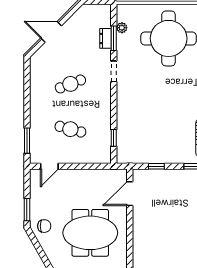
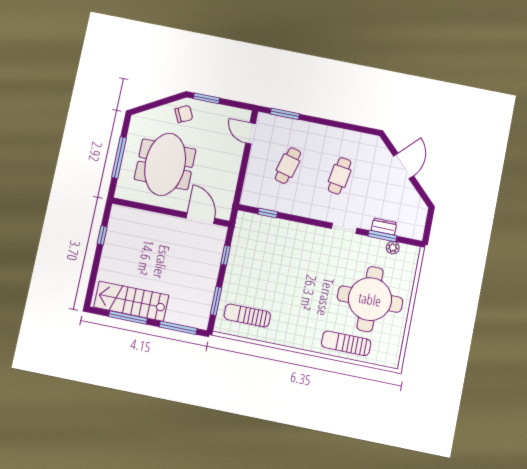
cafe table: (70, 84) -> (340, 176), turned 30
chair: (44, 226) -> (184, 114), turned -116

